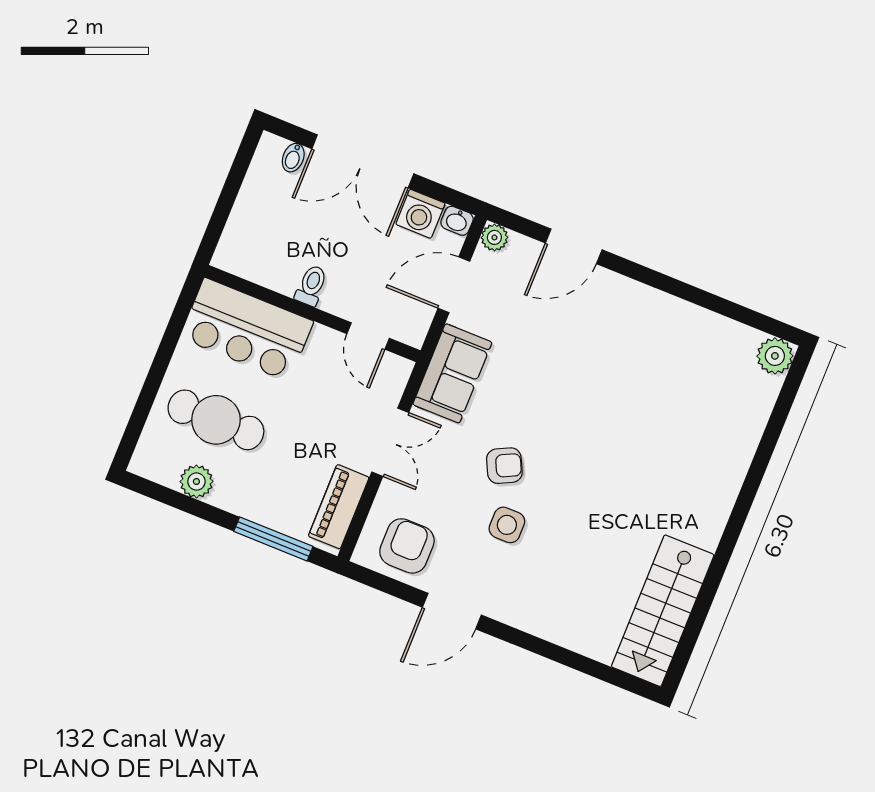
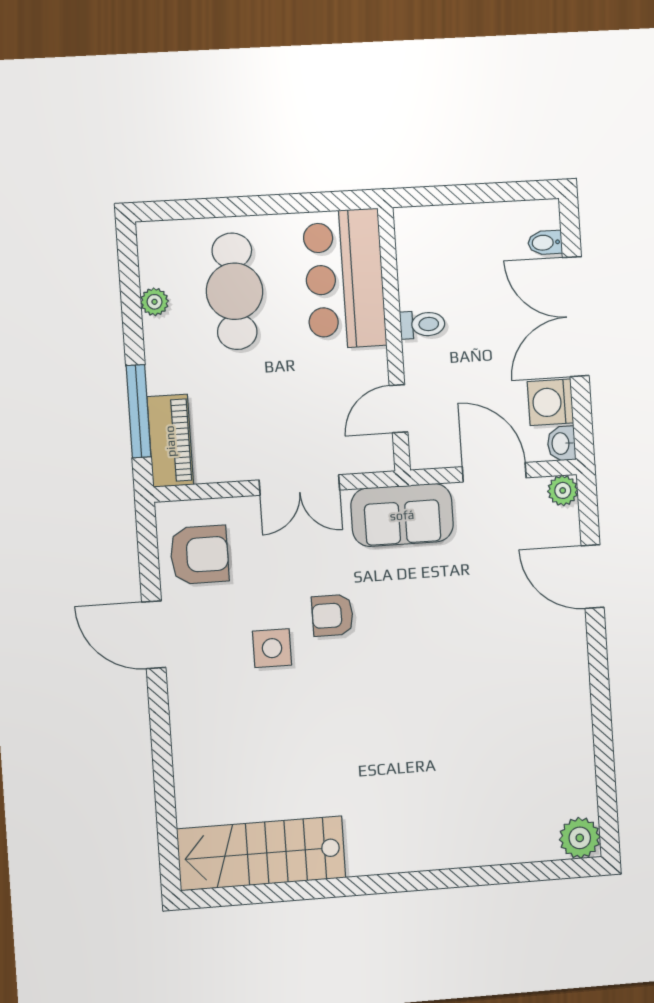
armchair: (504, 466) -> (333, 615), turned 116
plant: (196, 482) -> (154, 302), width x0.73, depth x0.73
piano: (339, 507) -> (170, 441), moved, turned 90

